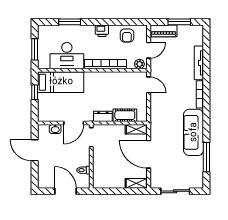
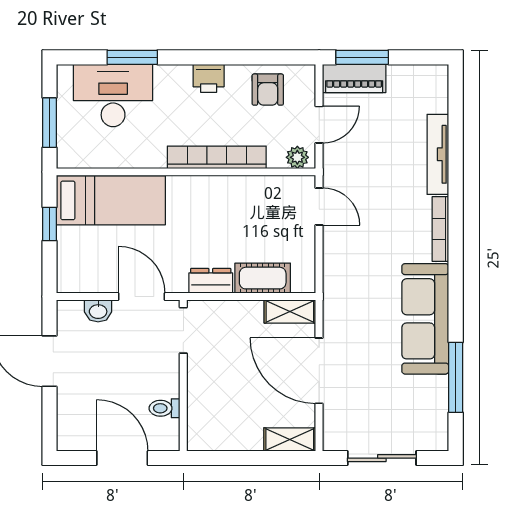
window: (179, 22) -> (362, 57), moved
desk: (67, 56) -> (113, 96), moved, turned 180
door: (74, 123) -> (142, 297), swing flipped

